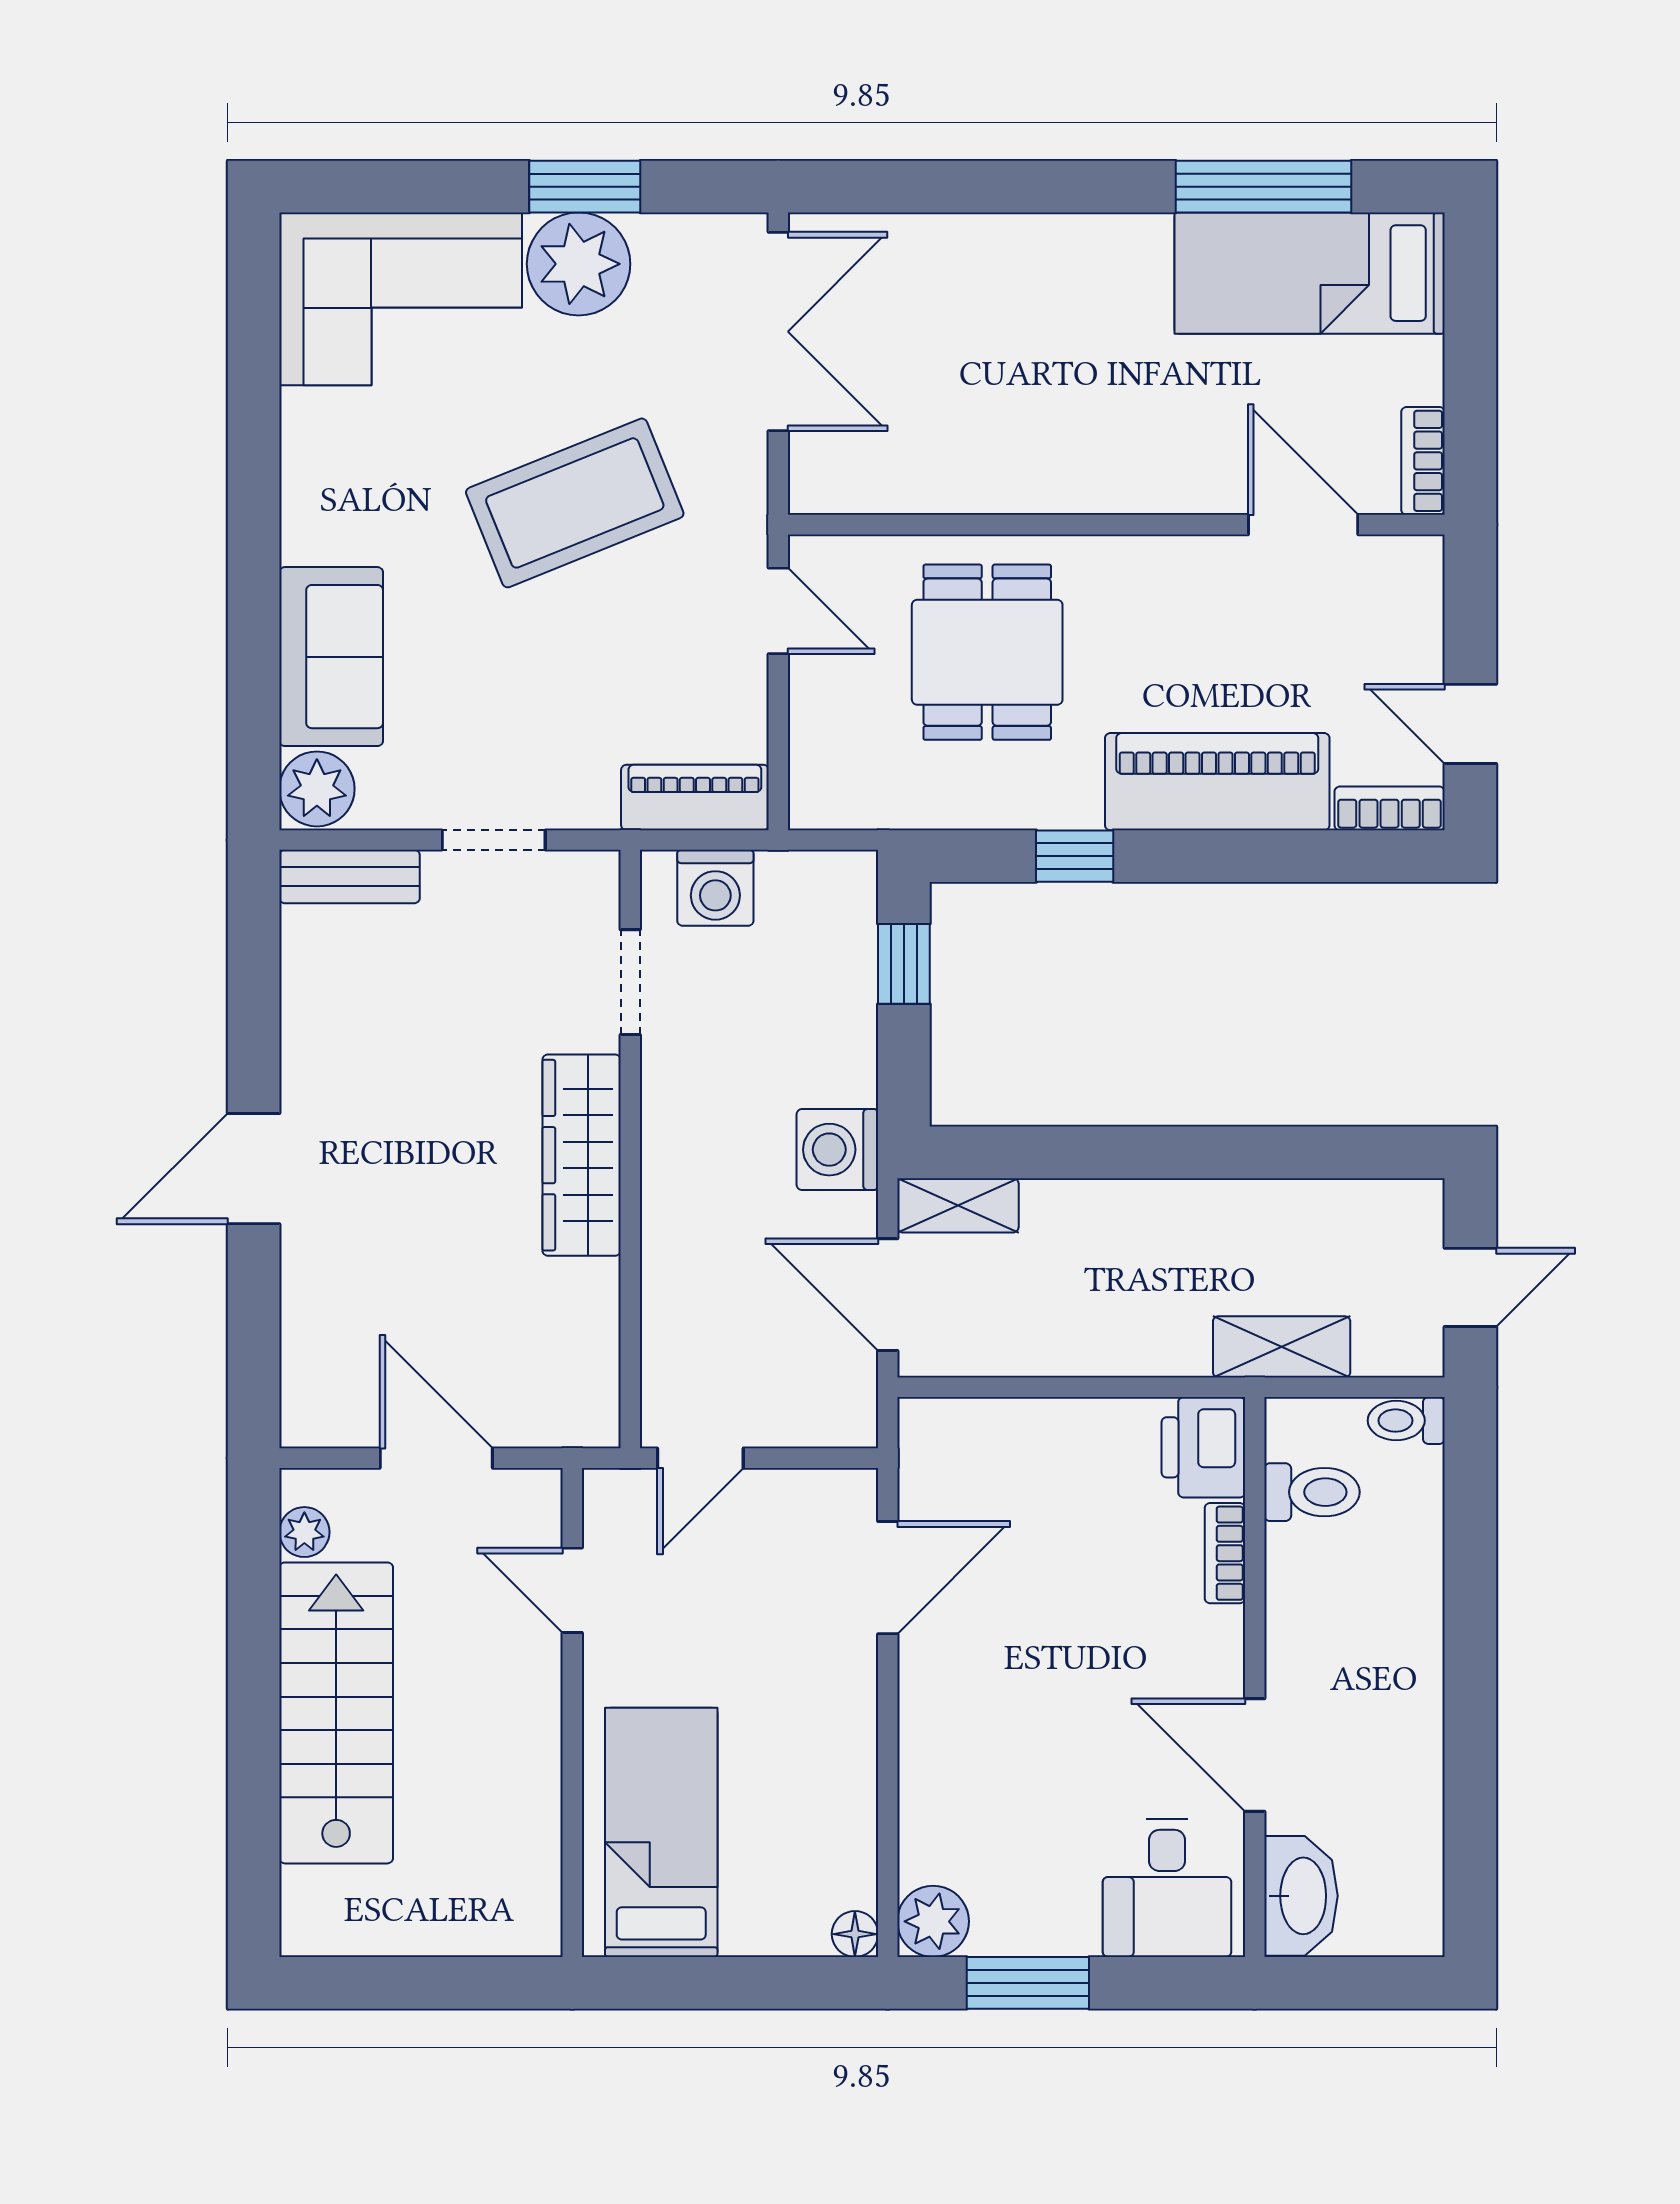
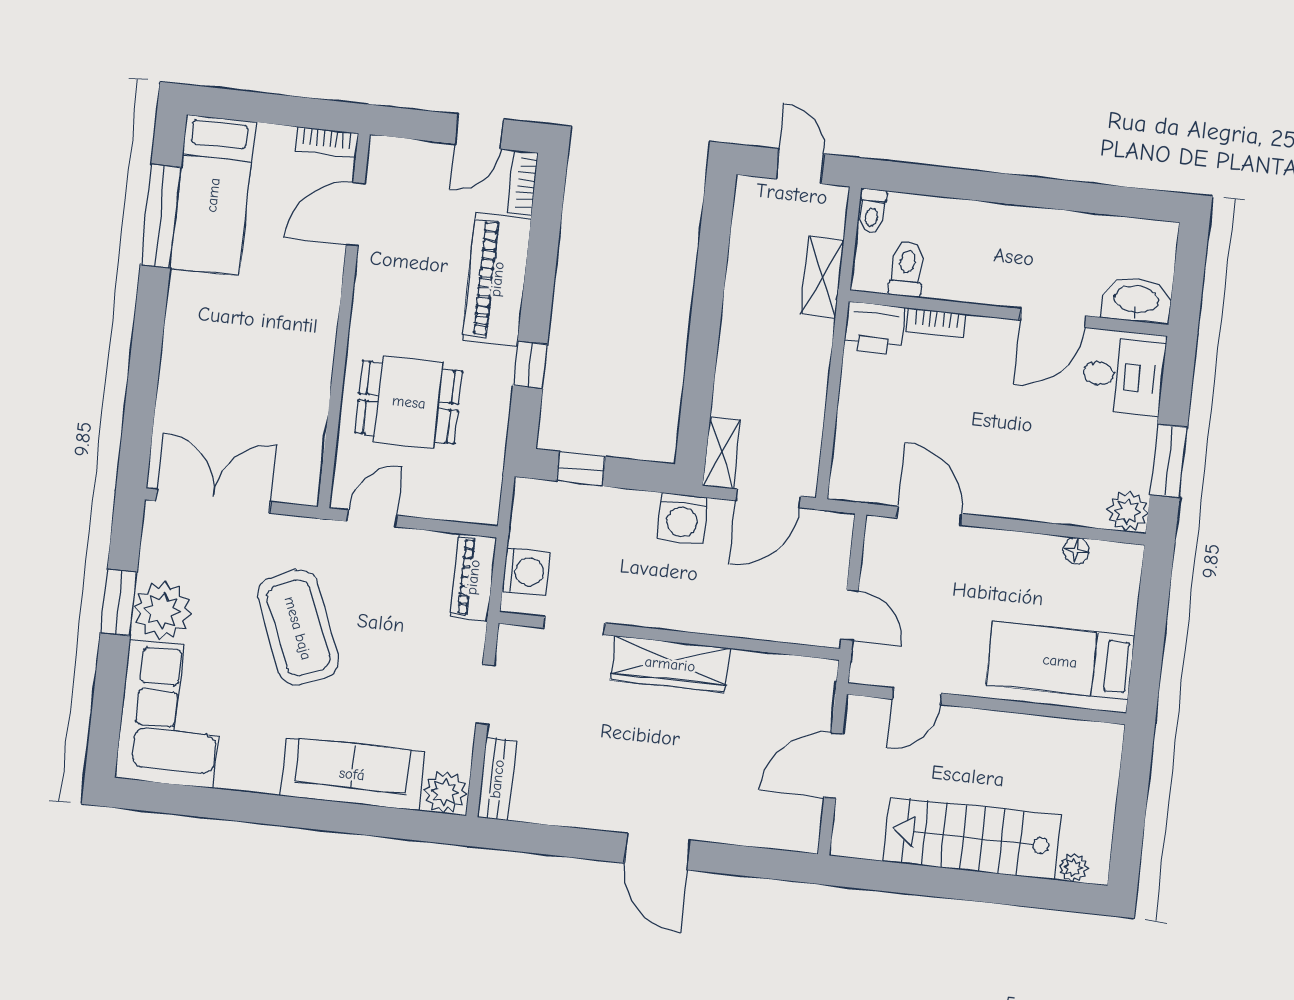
sofa: (331, 657) -> (352, 774), width x1.36
plant: (304, 1532) -> (1073, 868), moved
floor lamp: (855, 1934) -> (1076, 551), moved

